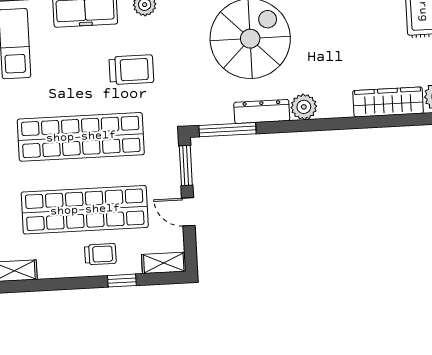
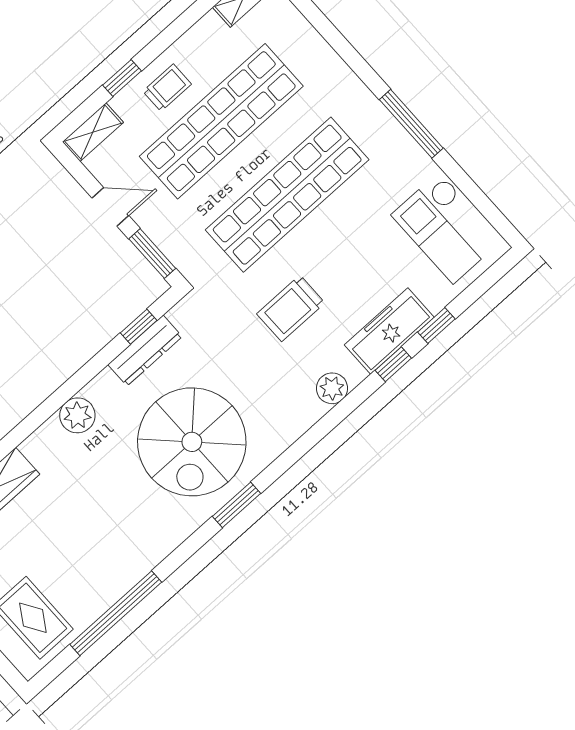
dresser: (262, 111) -> (145, 351), moved
window: (227, 130) -> (139, 327), width x0.46
trolley: (100, 254) -> (167, 88), turned 180

